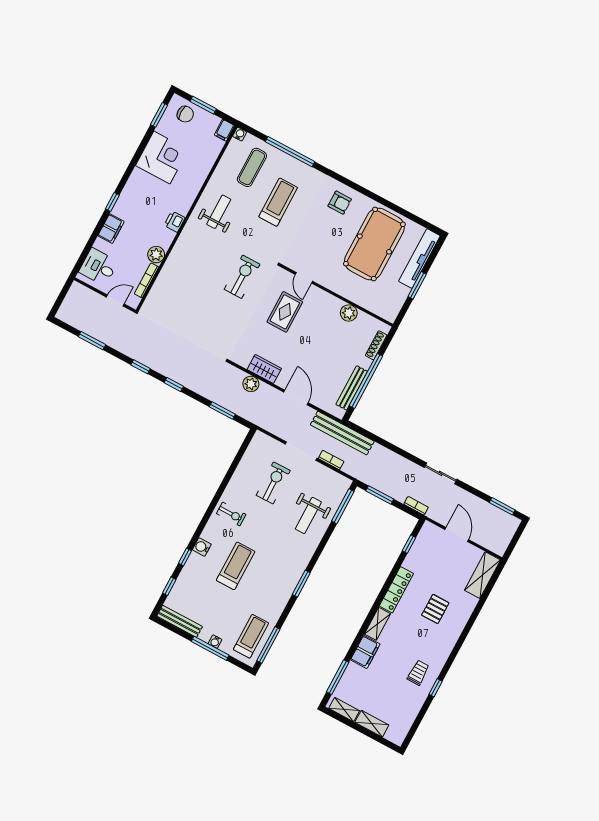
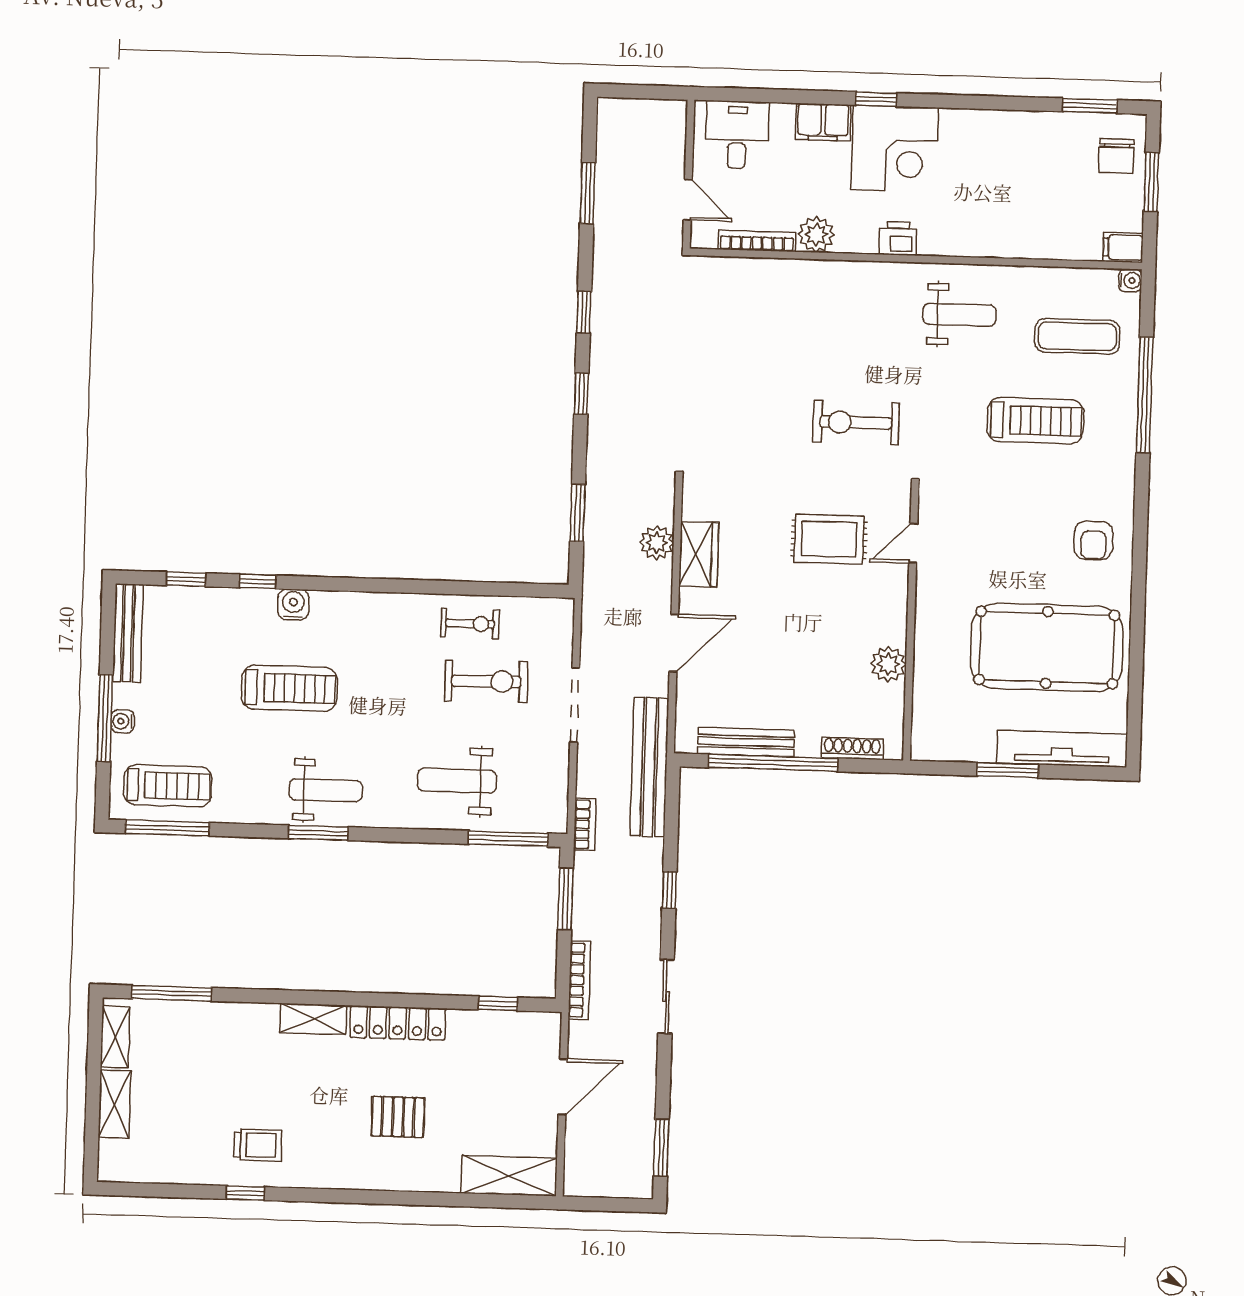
corner desk: (162, 157) -> (895, 149), moved
exercise bike: (242, 277) -> (856, 423), turned 180
window: (397, 450) -> (669, 890), added
bookcase: (331, 460) -> (585, 824), moved
bookcase: (416, 506) -> (579, 980), width x1.56
exercise bike: (231, 514) -> (470, 624), moved, turned -90
weight bench: (285, 572) -> (326, 790), added
filing cabinet: (365, 652) -> (247, 1022), removed

